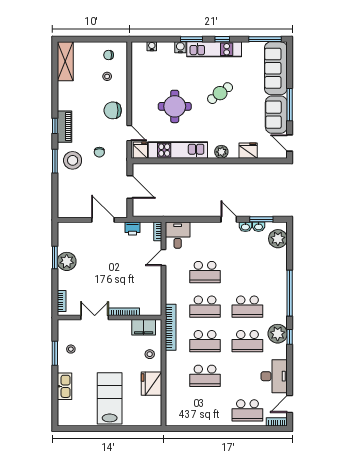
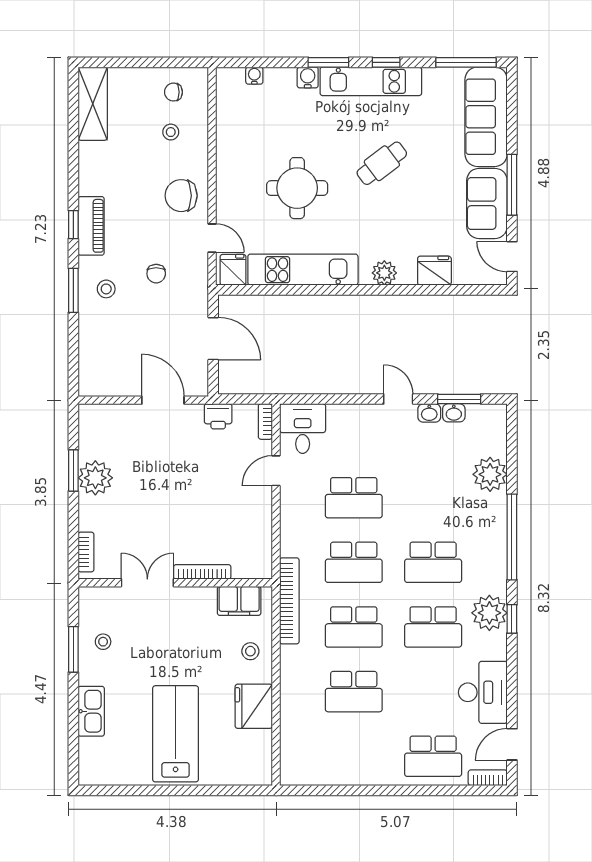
stool: (73, 160) -> (106, 289), width x0.53, depth x0.53
plant: (278, 239) -> (490, 474), moved

